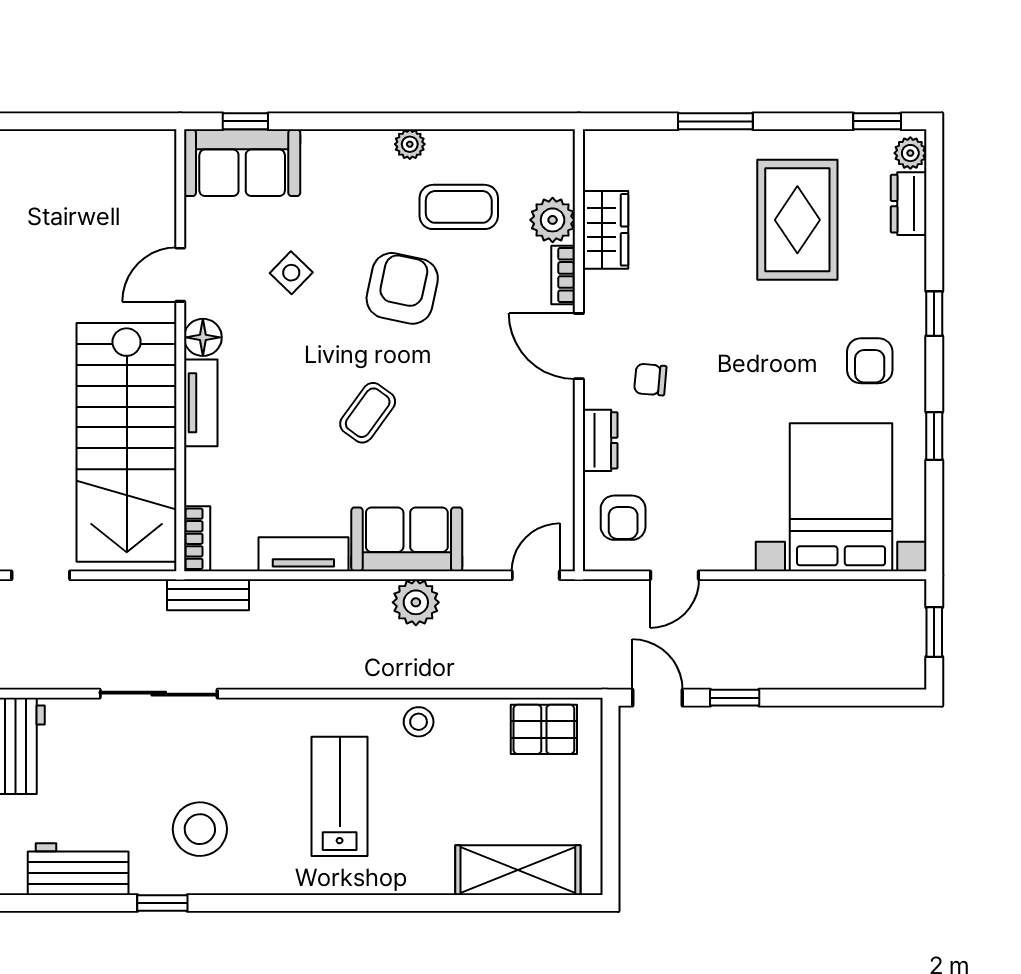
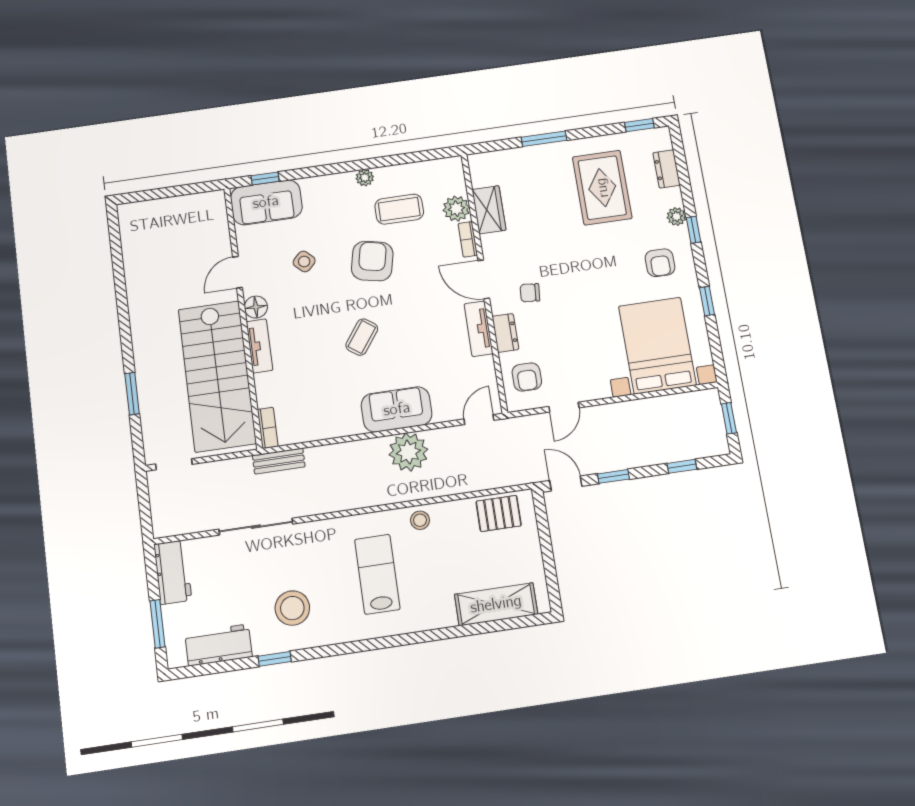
plant: (910, 153) -> (676, 217), moved
tv unit: (303, 554) -> (478, 329), moved, turned -90
plant: (416, 602) -> (408, 452), width x1.36, depth x1.36
window: (846, 698) -> (682, 466), added

